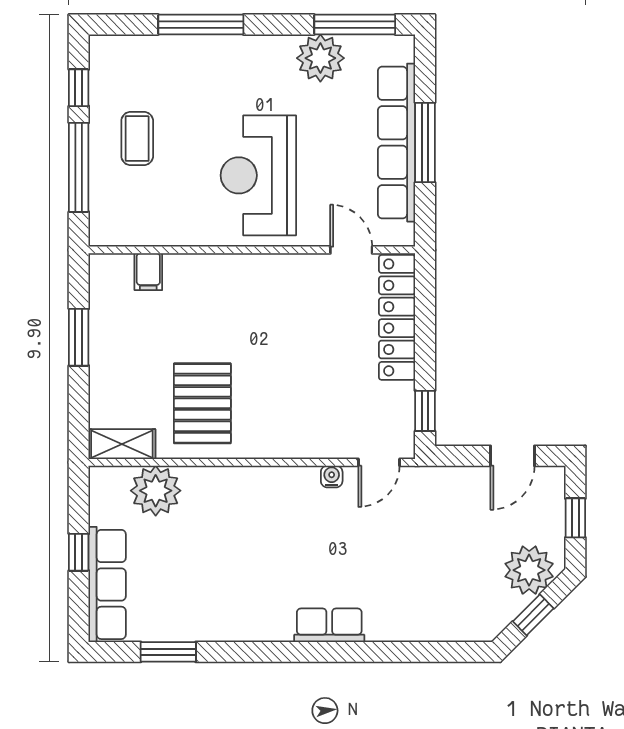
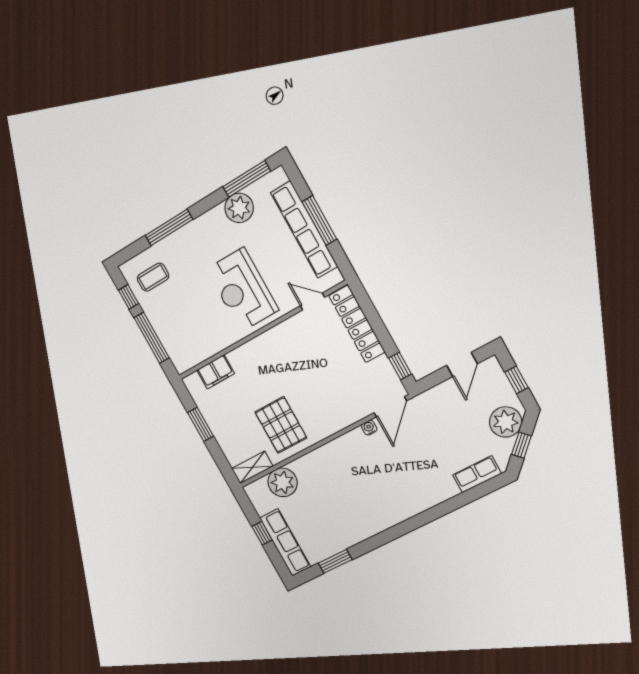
coffee table: (137, 139) -> (153, 277), moved, turned 90
filing cabinet: (148, 272) -> (216, 372), width x2.00
door: (379, 462) -> (390, 407), width x1.38
row of seats: (329, 625) -> (477, 474), moved

